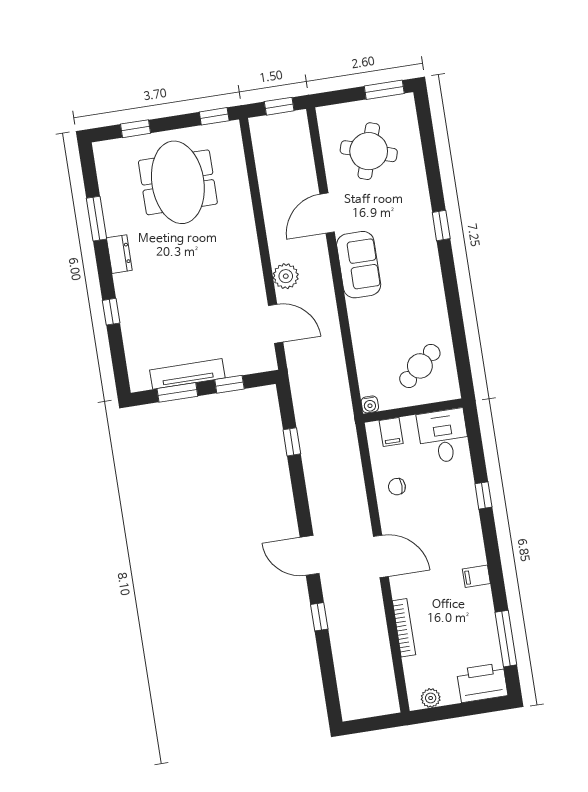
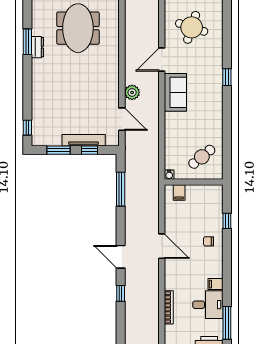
dresser: (119, 254) -> (37, 47), moved
window: (111, 312) -> (27, 128), moved
tv unit: (187, 374) -> (84, 140), moved
desk: (443, 436) -> (208, 305), moved, turned 90
window: (292, 442) -> (121, 189), width x2.17
chair: (397, 487) -> (209, 241), moved
window: (483, 495) -> (227, 221), moved
door: (381, 556) -> (162, 246), moved

